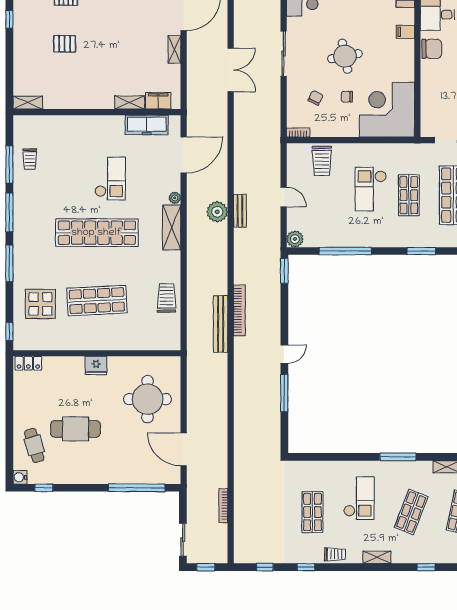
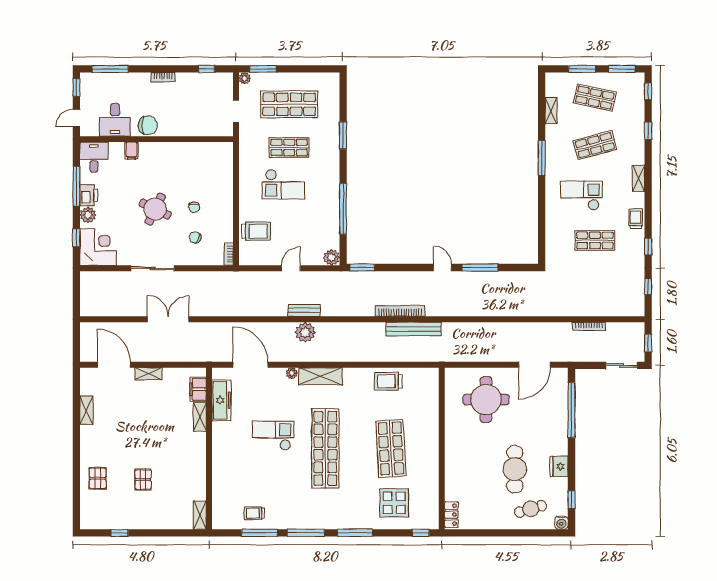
chair: (432, 49) -> (148, 125), turned 90
round table: (345, 56) -> (155, 209), turned 37
corner desk: (387, 110) -> (207, 168), removed
trolley: (30, 159) -> (254, 513), turned 180
fridge: (96, 365) -> (559, 466), moved, turned 180
shop shelf: (411, 512) -> (595, 145), turned -36

